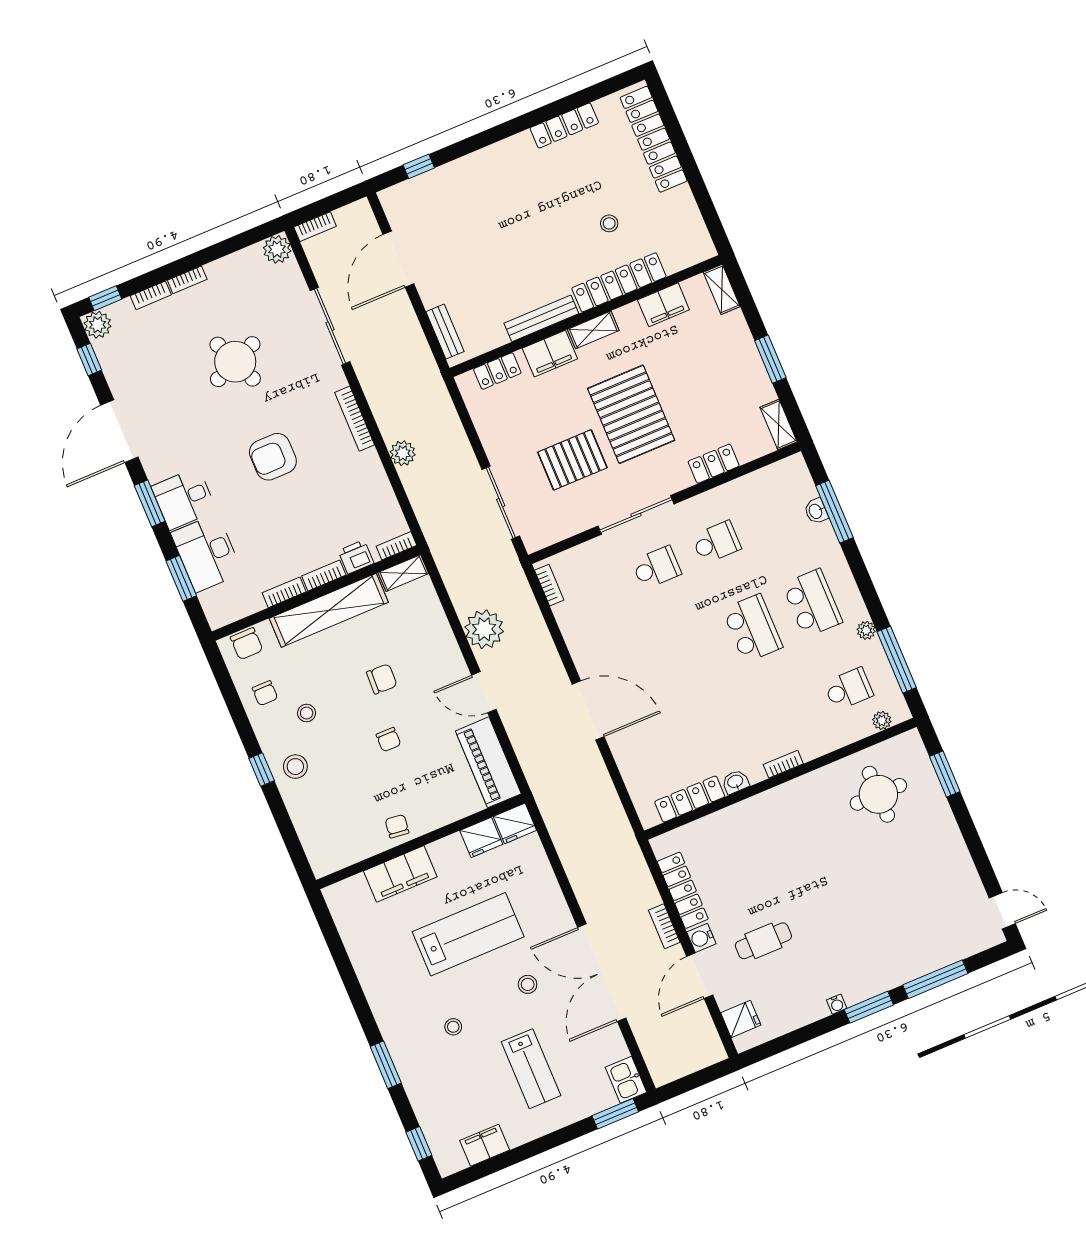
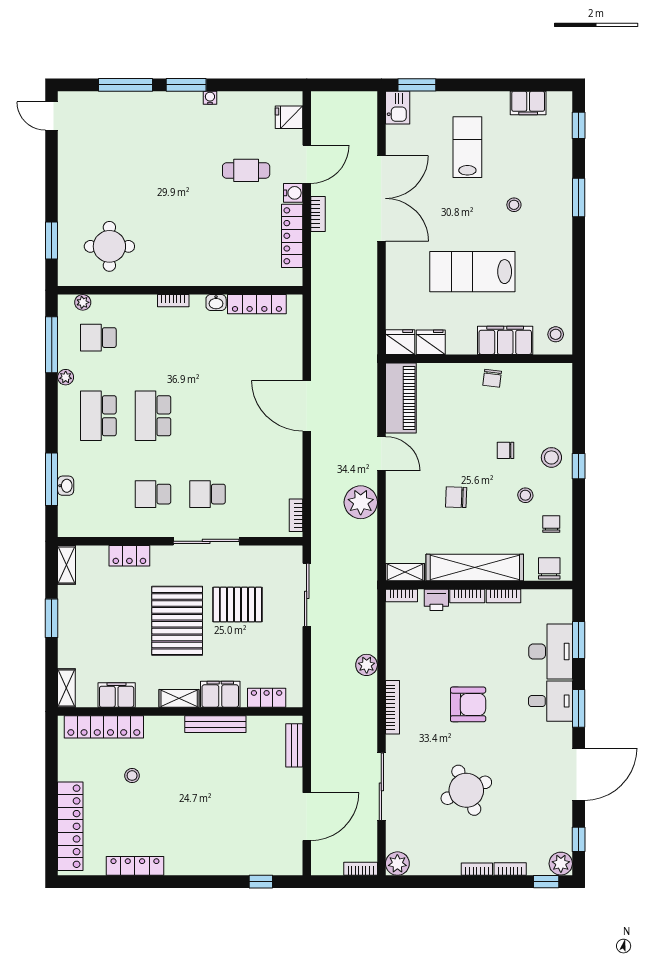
locker: (619, 282) -> (104, 727), moved
chair: (388, 740) -> (505, 450), moved, turned -90
stool: (528, 984) -> (556, 334), moved

